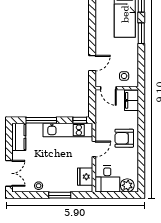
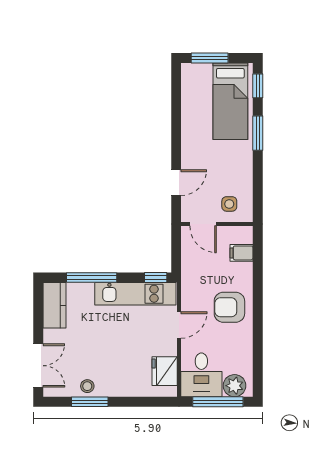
filing cabinet: (131, 100) -> (241, 253), width x0.50
window: (60, 195) -> (90, 402), moved
window: (117, 195) -> (218, 402), added

